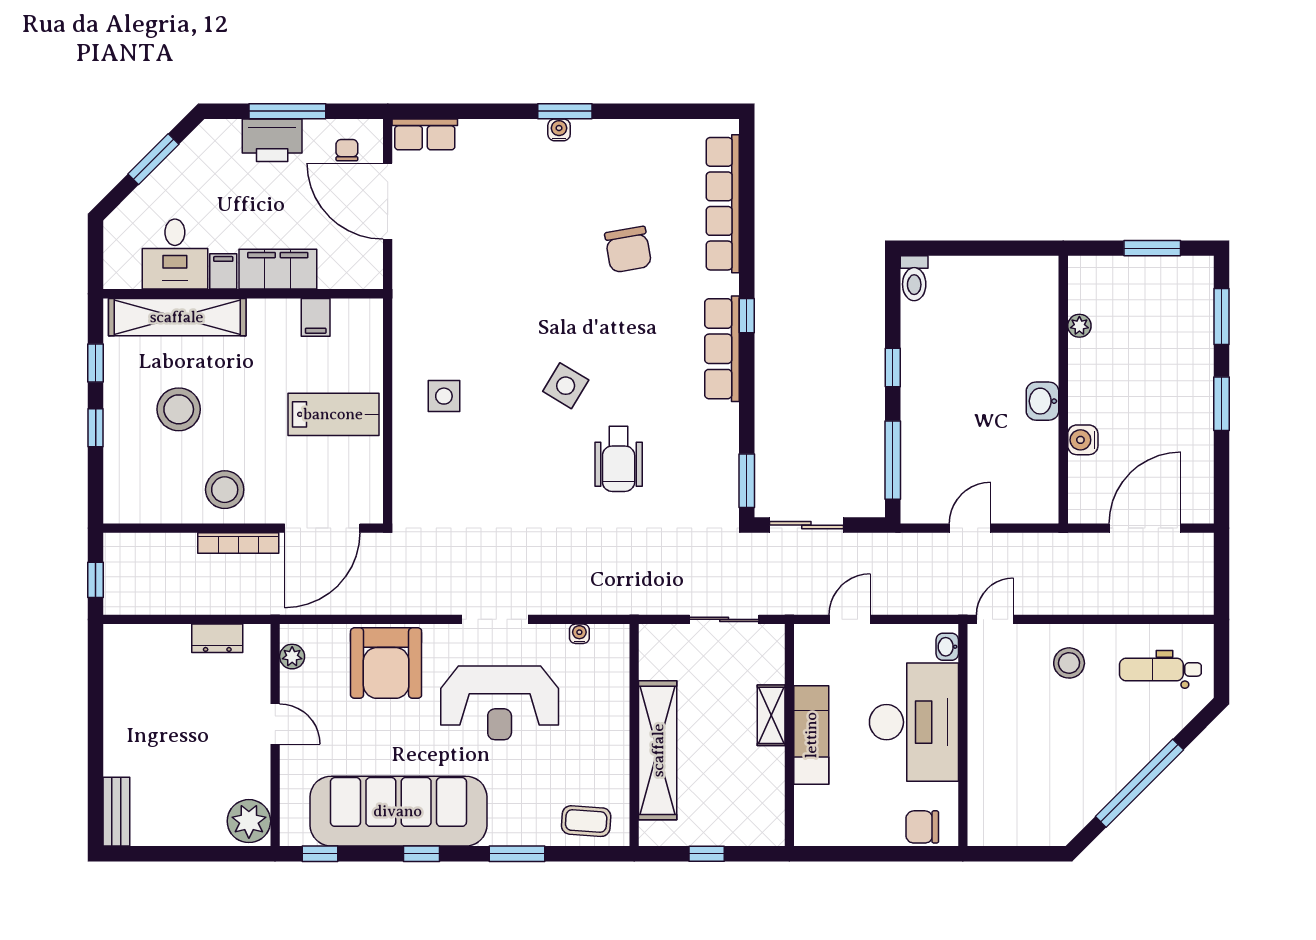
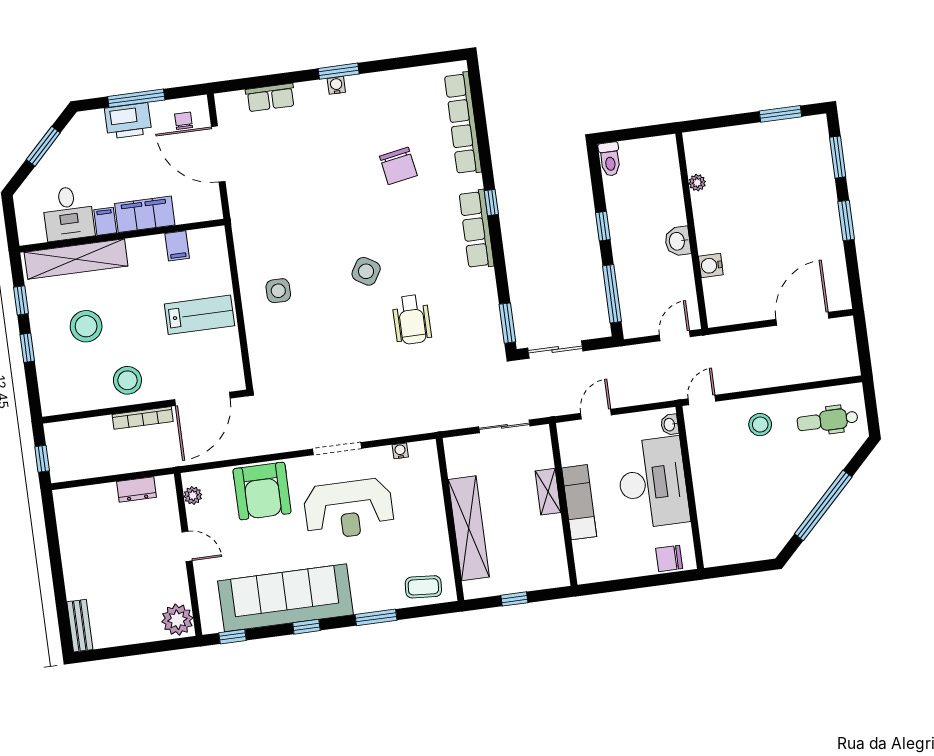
row of seats: (425, 134) -> (270, 97), moved
plant: (1079, 326) -> (697, 183), moved
wall: (1063, 390) -> (692, 231), moved
washbasin: (1042, 401) -> (678, 241), moved
water cooler: (1083, 440) -> (711, 266), moved

